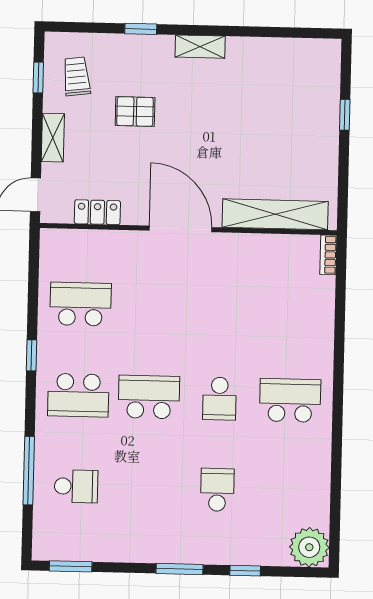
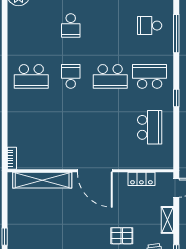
school desk: (81, 304) -> (150, 127), turned -90

